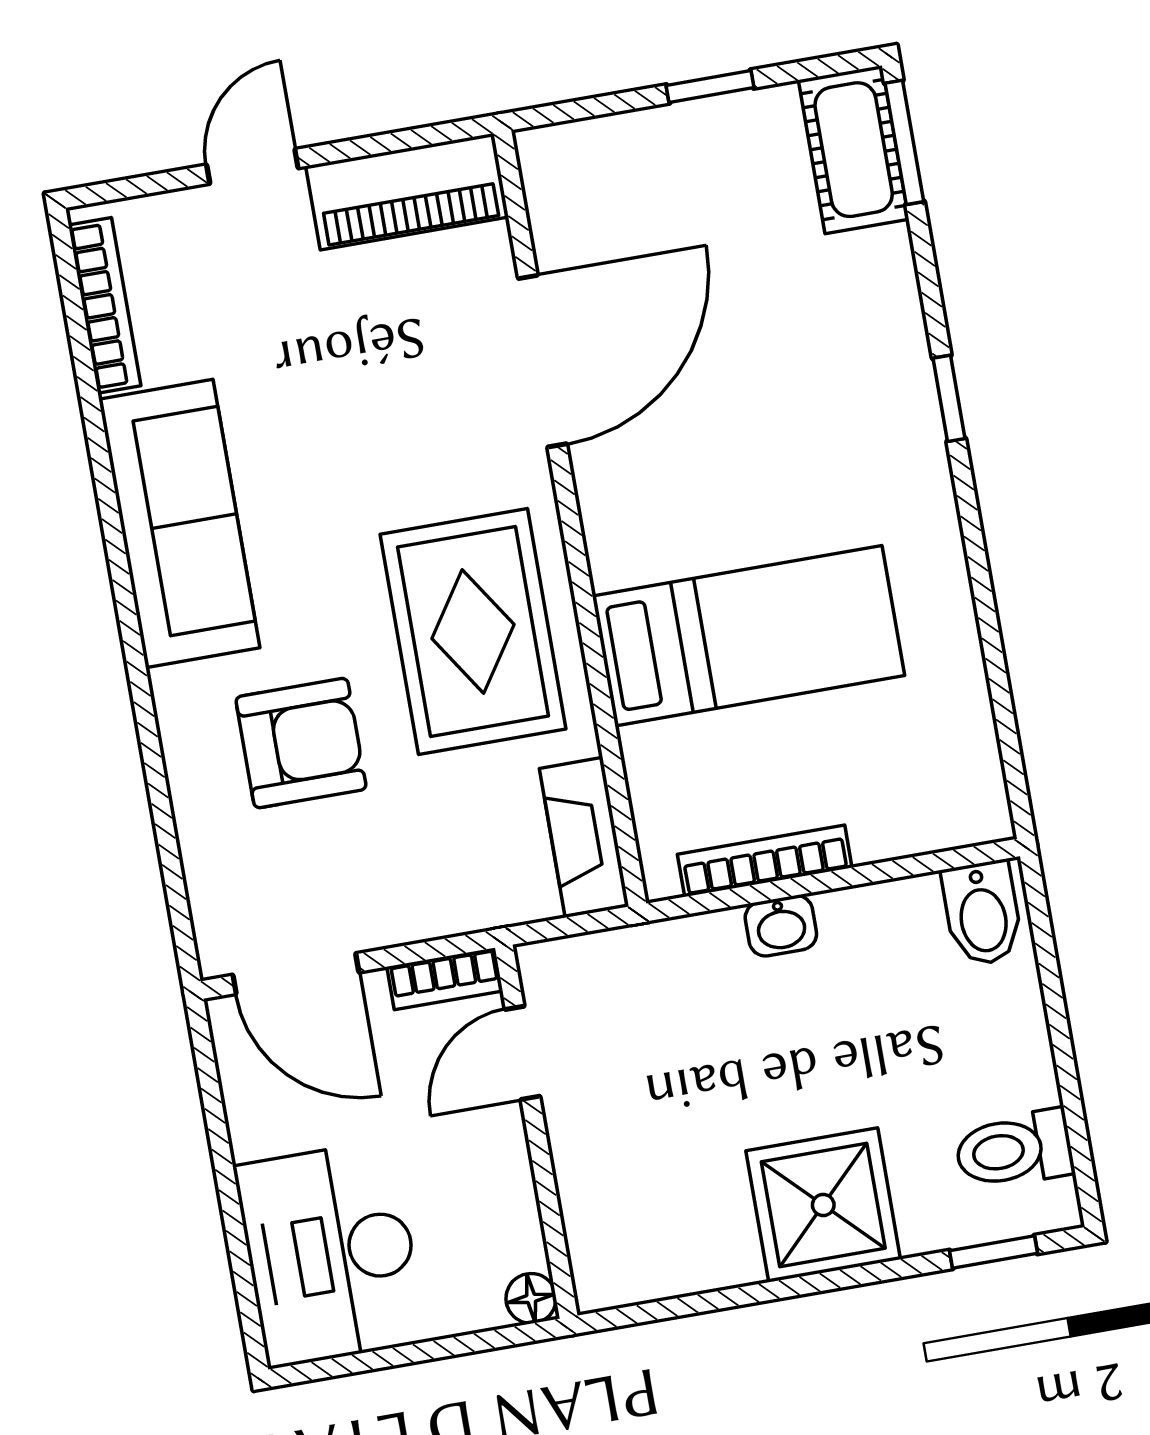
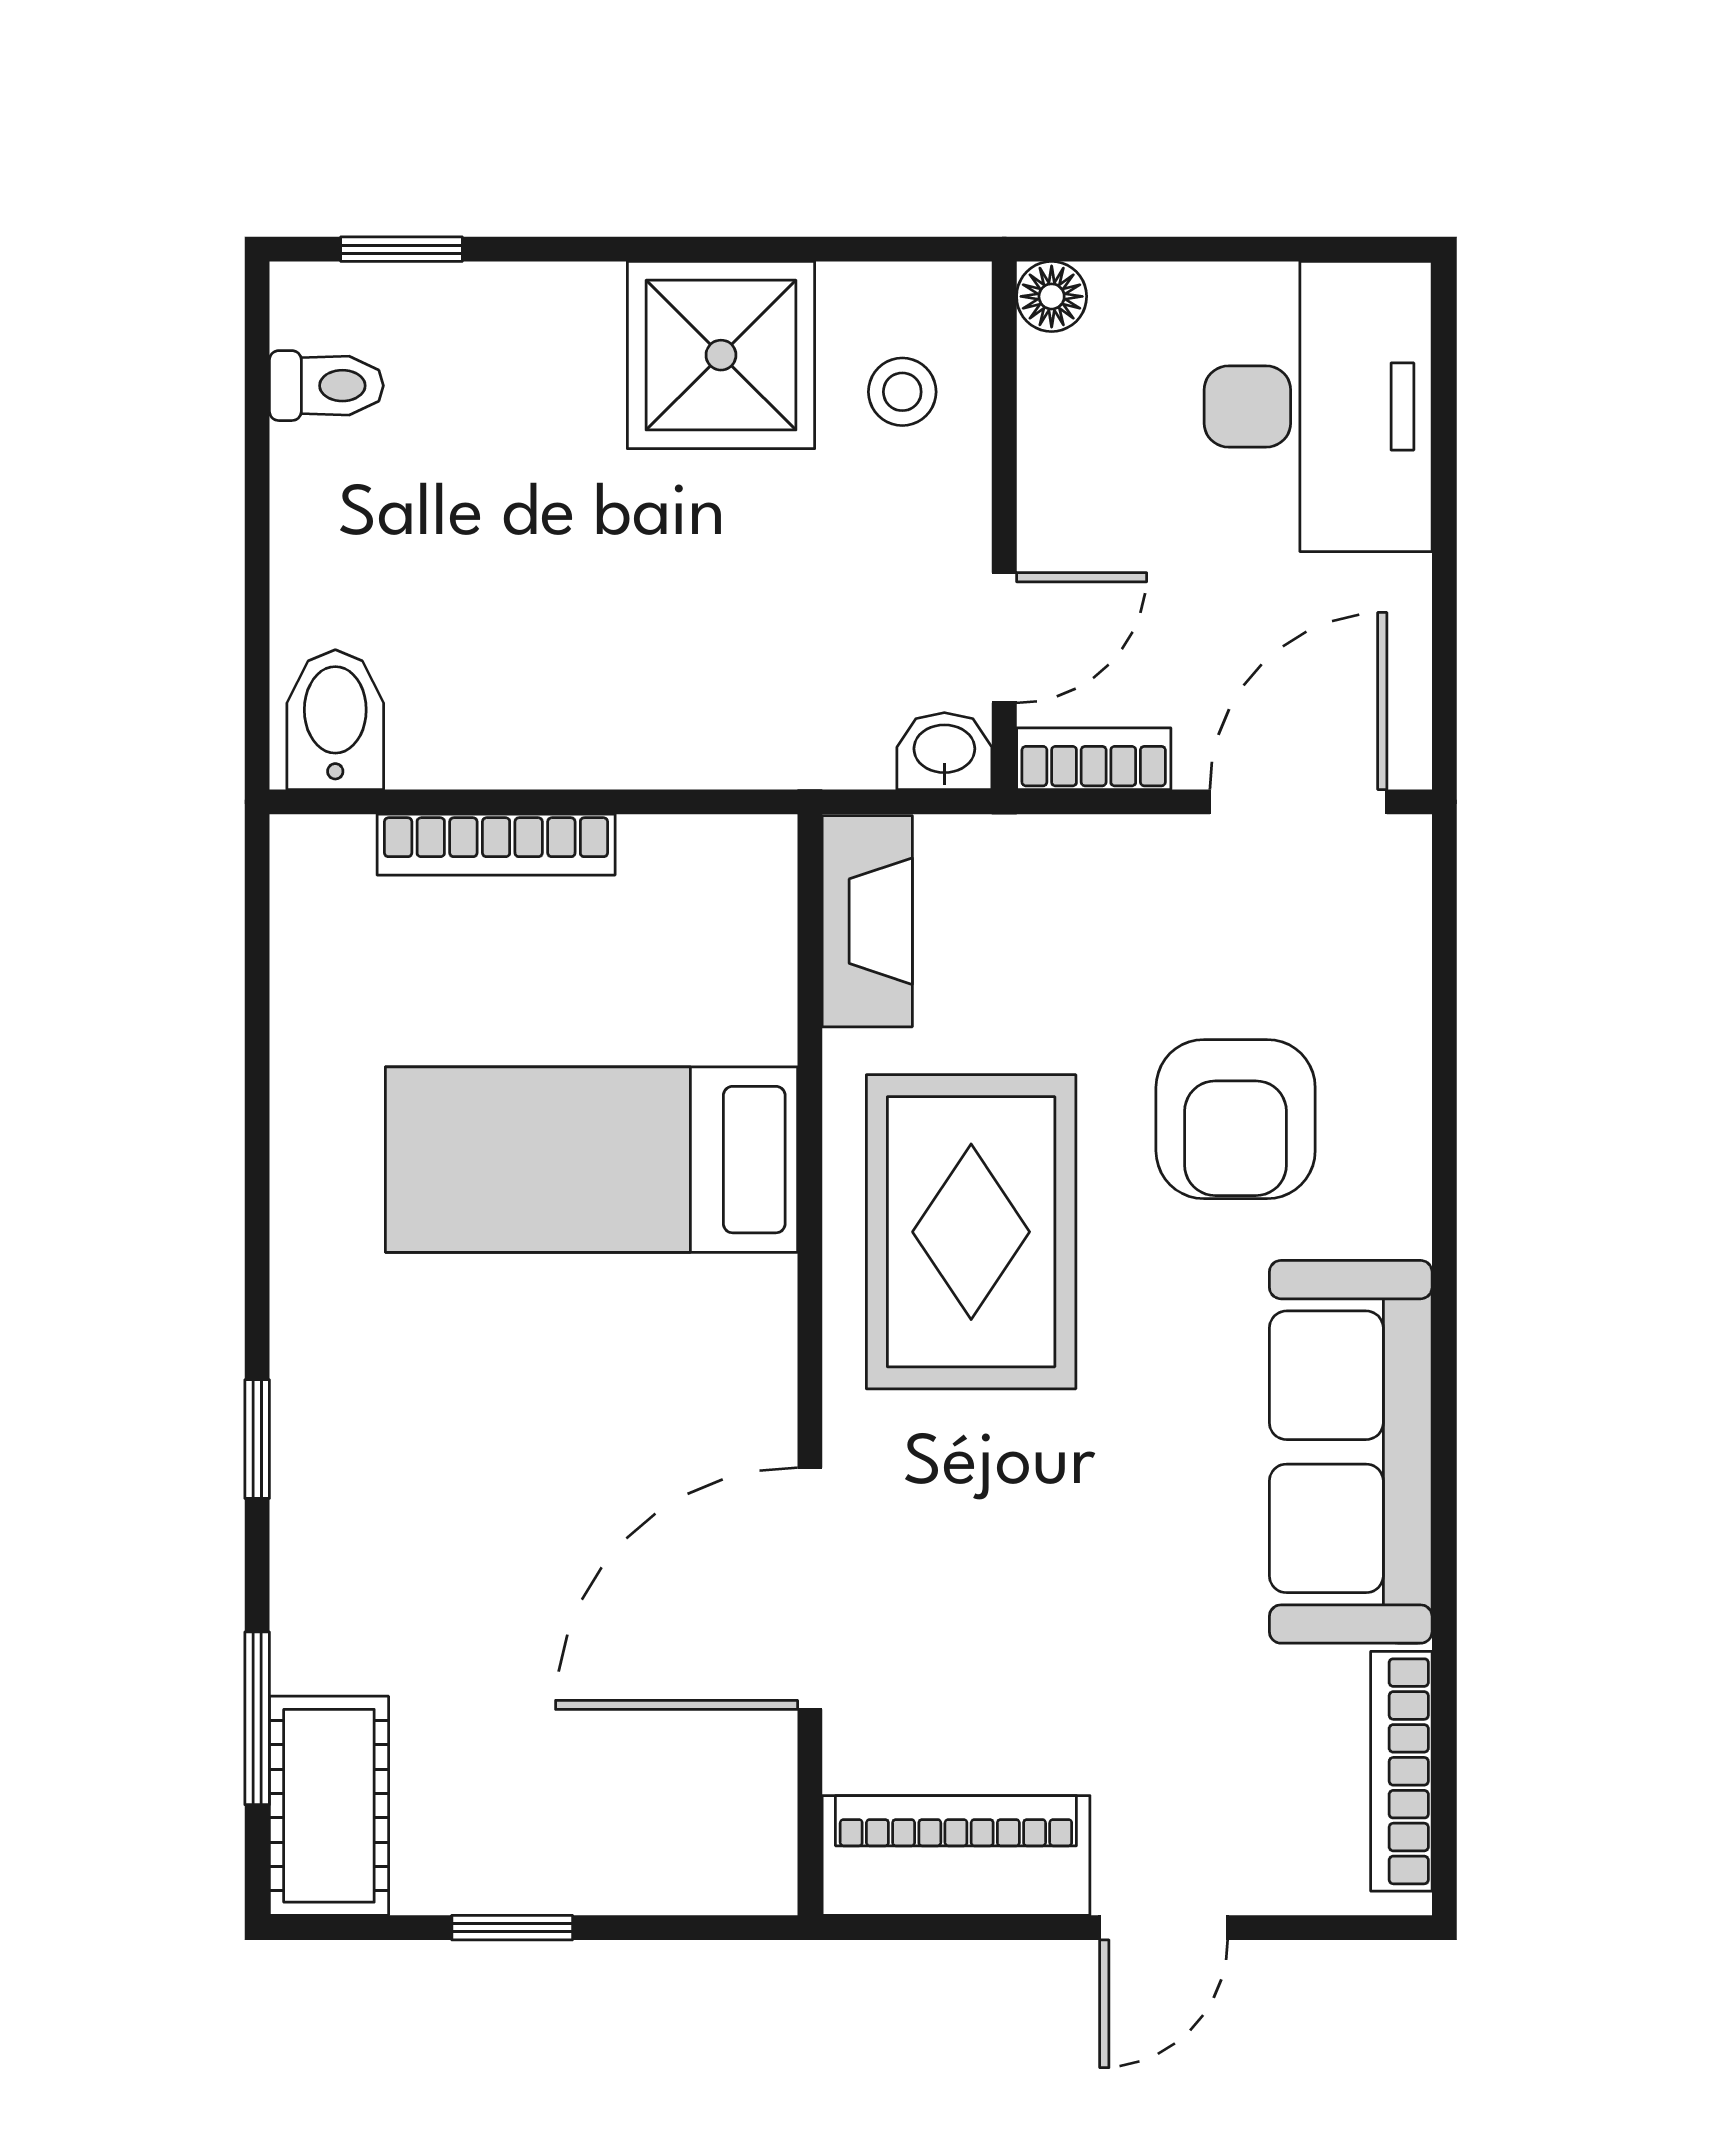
window: (904, 142) -> (257, 1718), moved
armchair: (301, 743) -> (1236, 1119), turned -90
bookcase: (765, 861) -> (496, 845), moved
washbasin: (781, 926) -> (944, 751), moved
door: (296, 974) -> (1298, 802), hinge flipped
toilet: (1014, 1150) -> (326, 386), width x0.73, depth x0.72
shower: (823, 1205) -> (721, 355), moved
stool: (624, 1213) -> (902, 392), added

